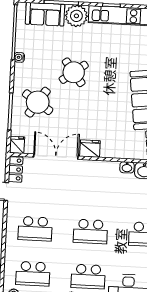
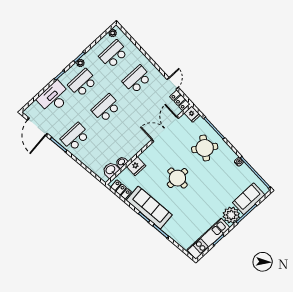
round table: (74, 72) -> (177, 178), moved, turned 37
fridge: (90, 149) -> (136, 166), moved
double door: (56, 157) -> (165, 129), swing flipped

